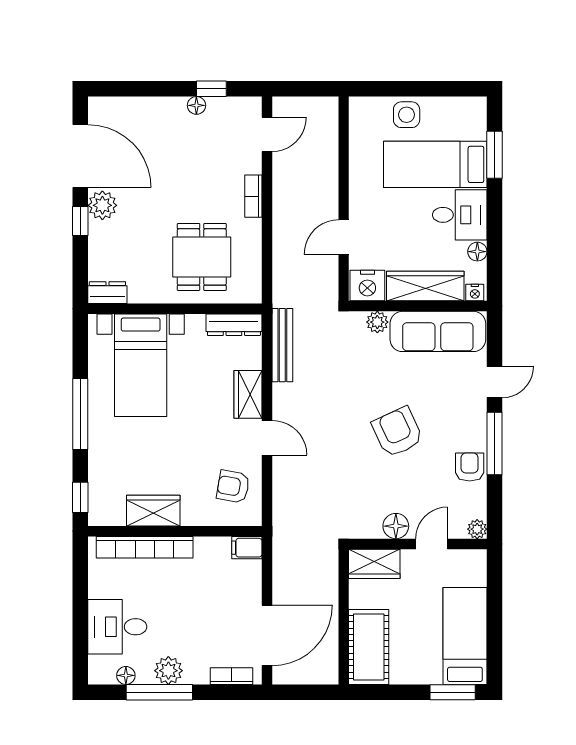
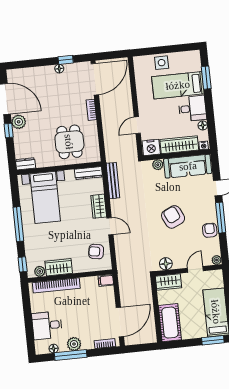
door: (267, 134) -> (95, 79), width x1.88
plant: (114, 515) -> (40, 271), added
floor lamp: (396, 526) -> (166, 264), moved

